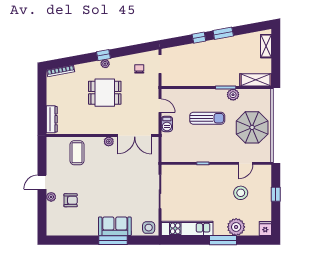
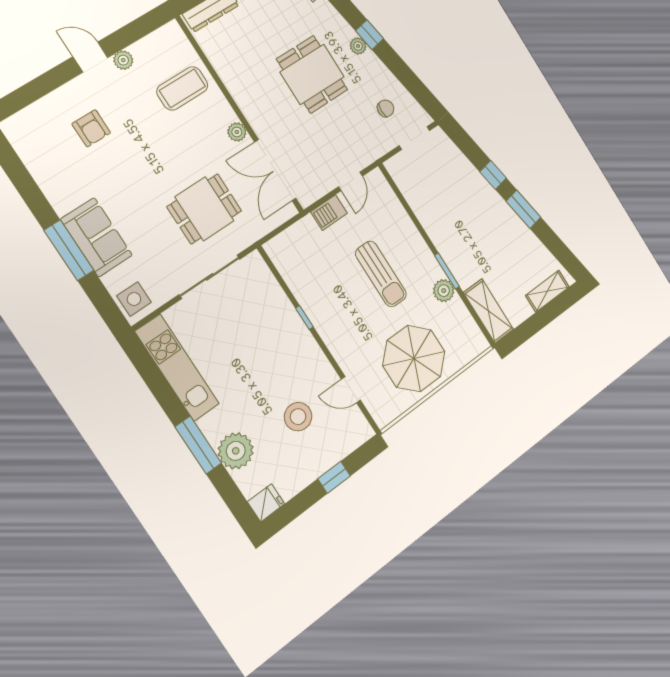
dining table: (131, 176) -> (204, 209), added
plant: (51, 197) -> (123, 60), moved

